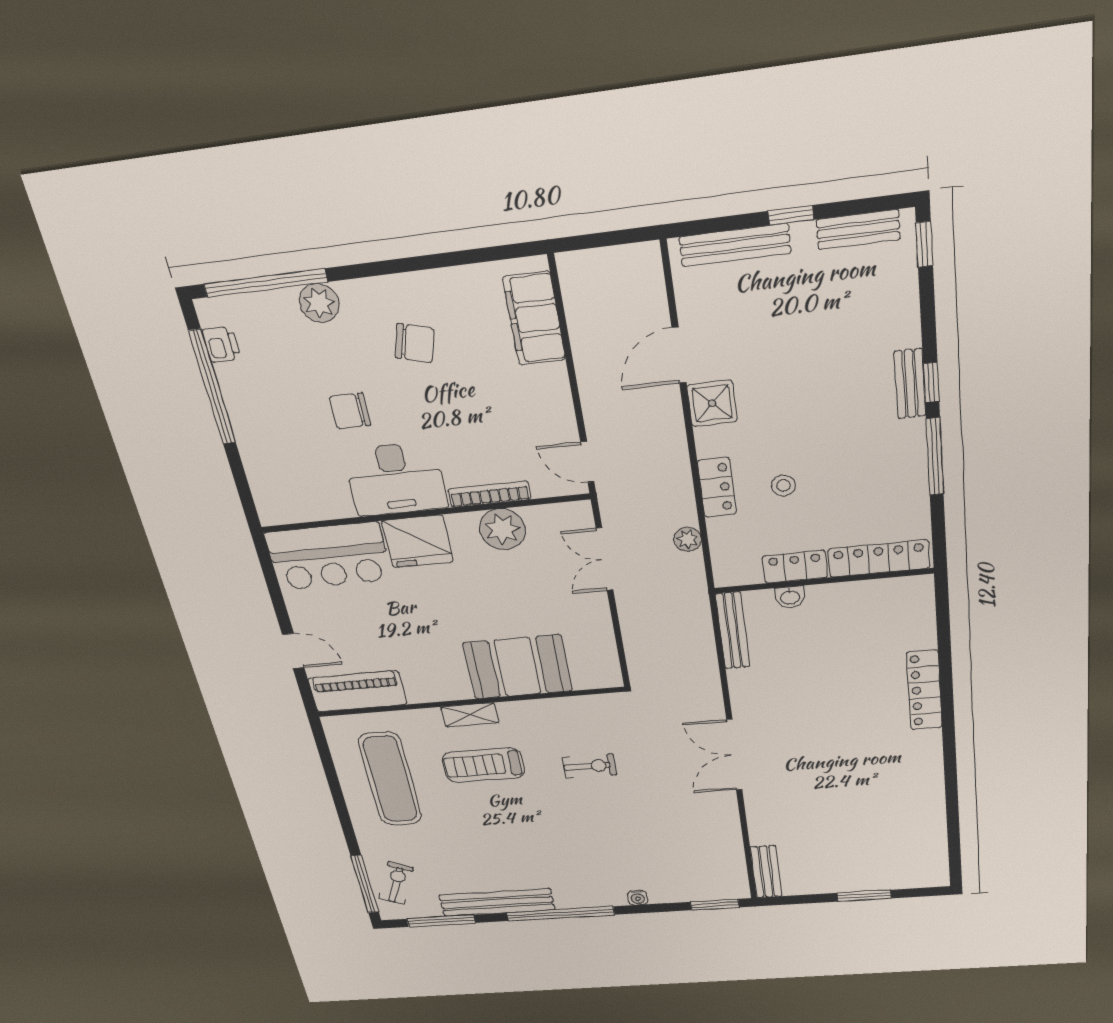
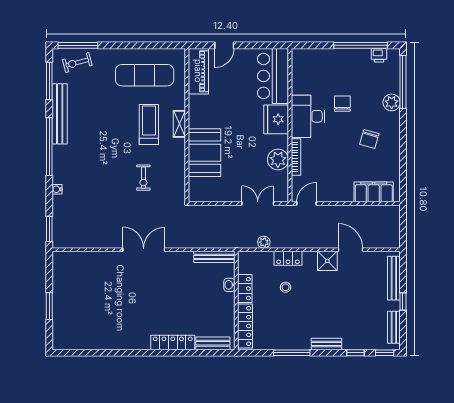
window: (931, 382) -> (355, 353), moved
bench: (766, 872) -> (213, 343), moved
exercise bike: (396, 883) -> (77, 63), turned 141

